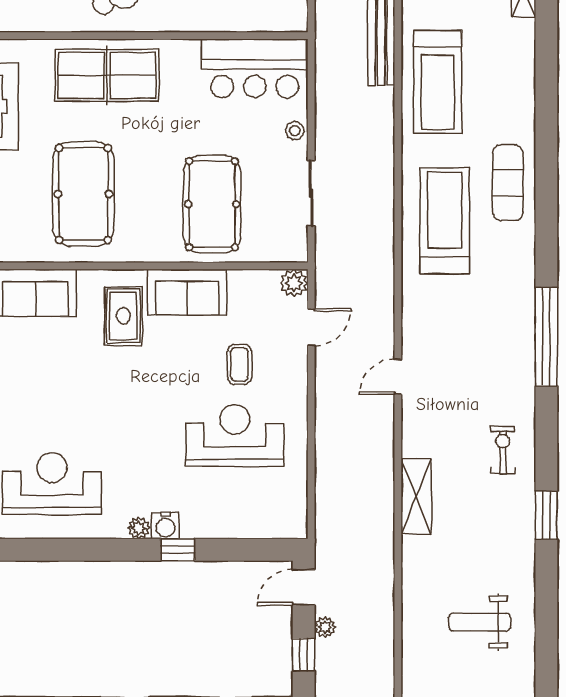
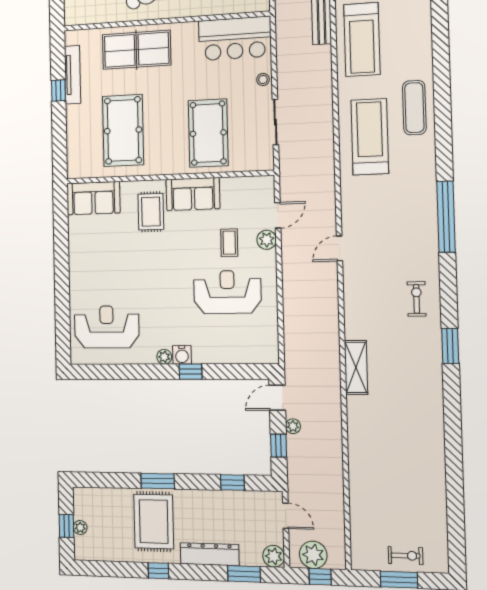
plant: (294, 283) -> (267, 240), moved
shelving: (416, 496) -> (356, 367), moved
weight bench: (480, 622) -> (403, 423), removed

